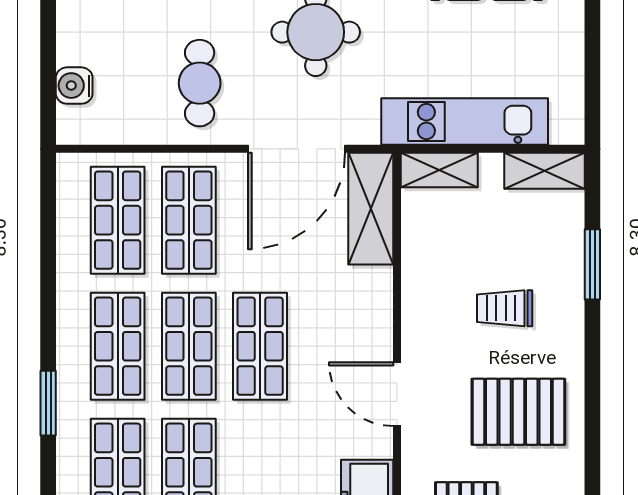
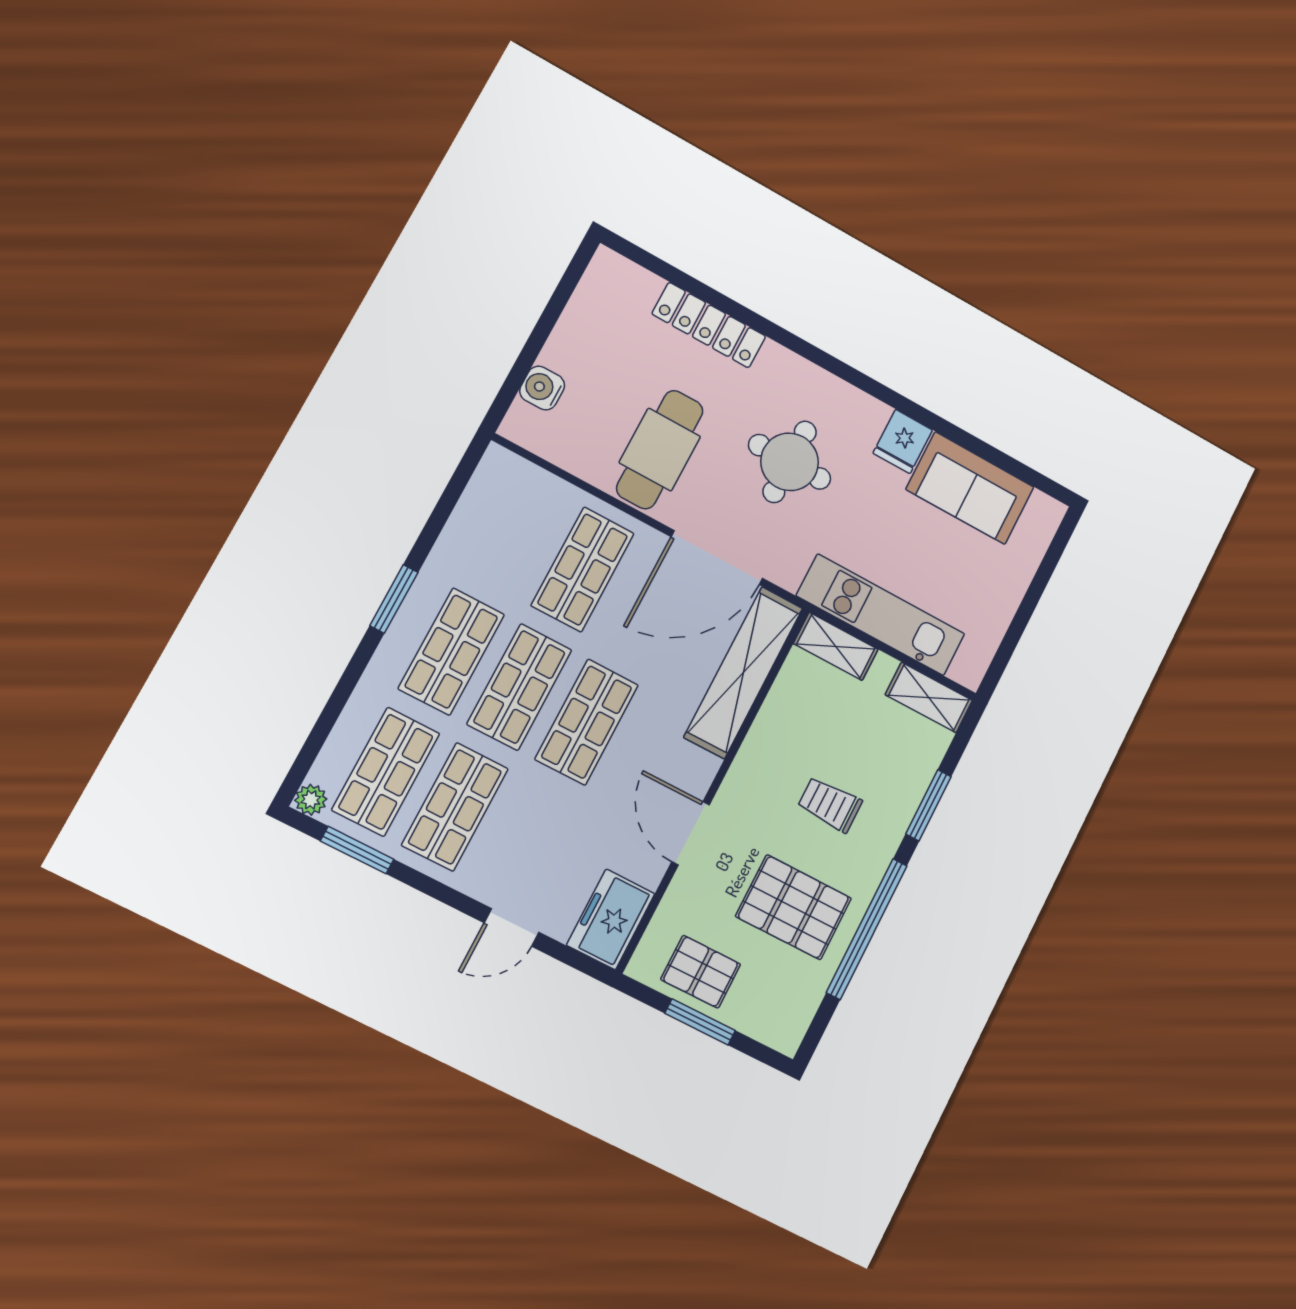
cafe table: (200, 83) -> (660, 450), width x1.37, depth x1.35
shelving: (371, 209) -> (743, 672), width x1.47
shop shelf: (118, 220) -> (516, 534), removed
window: (592, 398) -> (867, 929), added
window: (48, 403) -> (394, 599), moved

